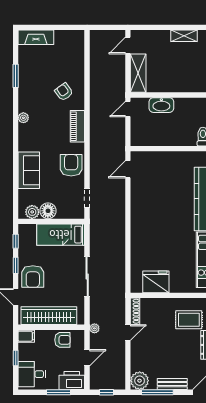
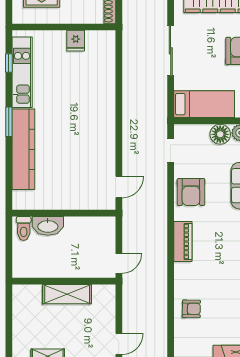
shelving: (138, 73) -> (67, 294), moved, turned 90
armchair: (64, 92) -> (191, 309), moved, turned -53
washbasin: (161, 105) -> (48, 226), moved, turned 180
fridge: (156, 282) -> (76, 41), width x0.53, depth x0.75

